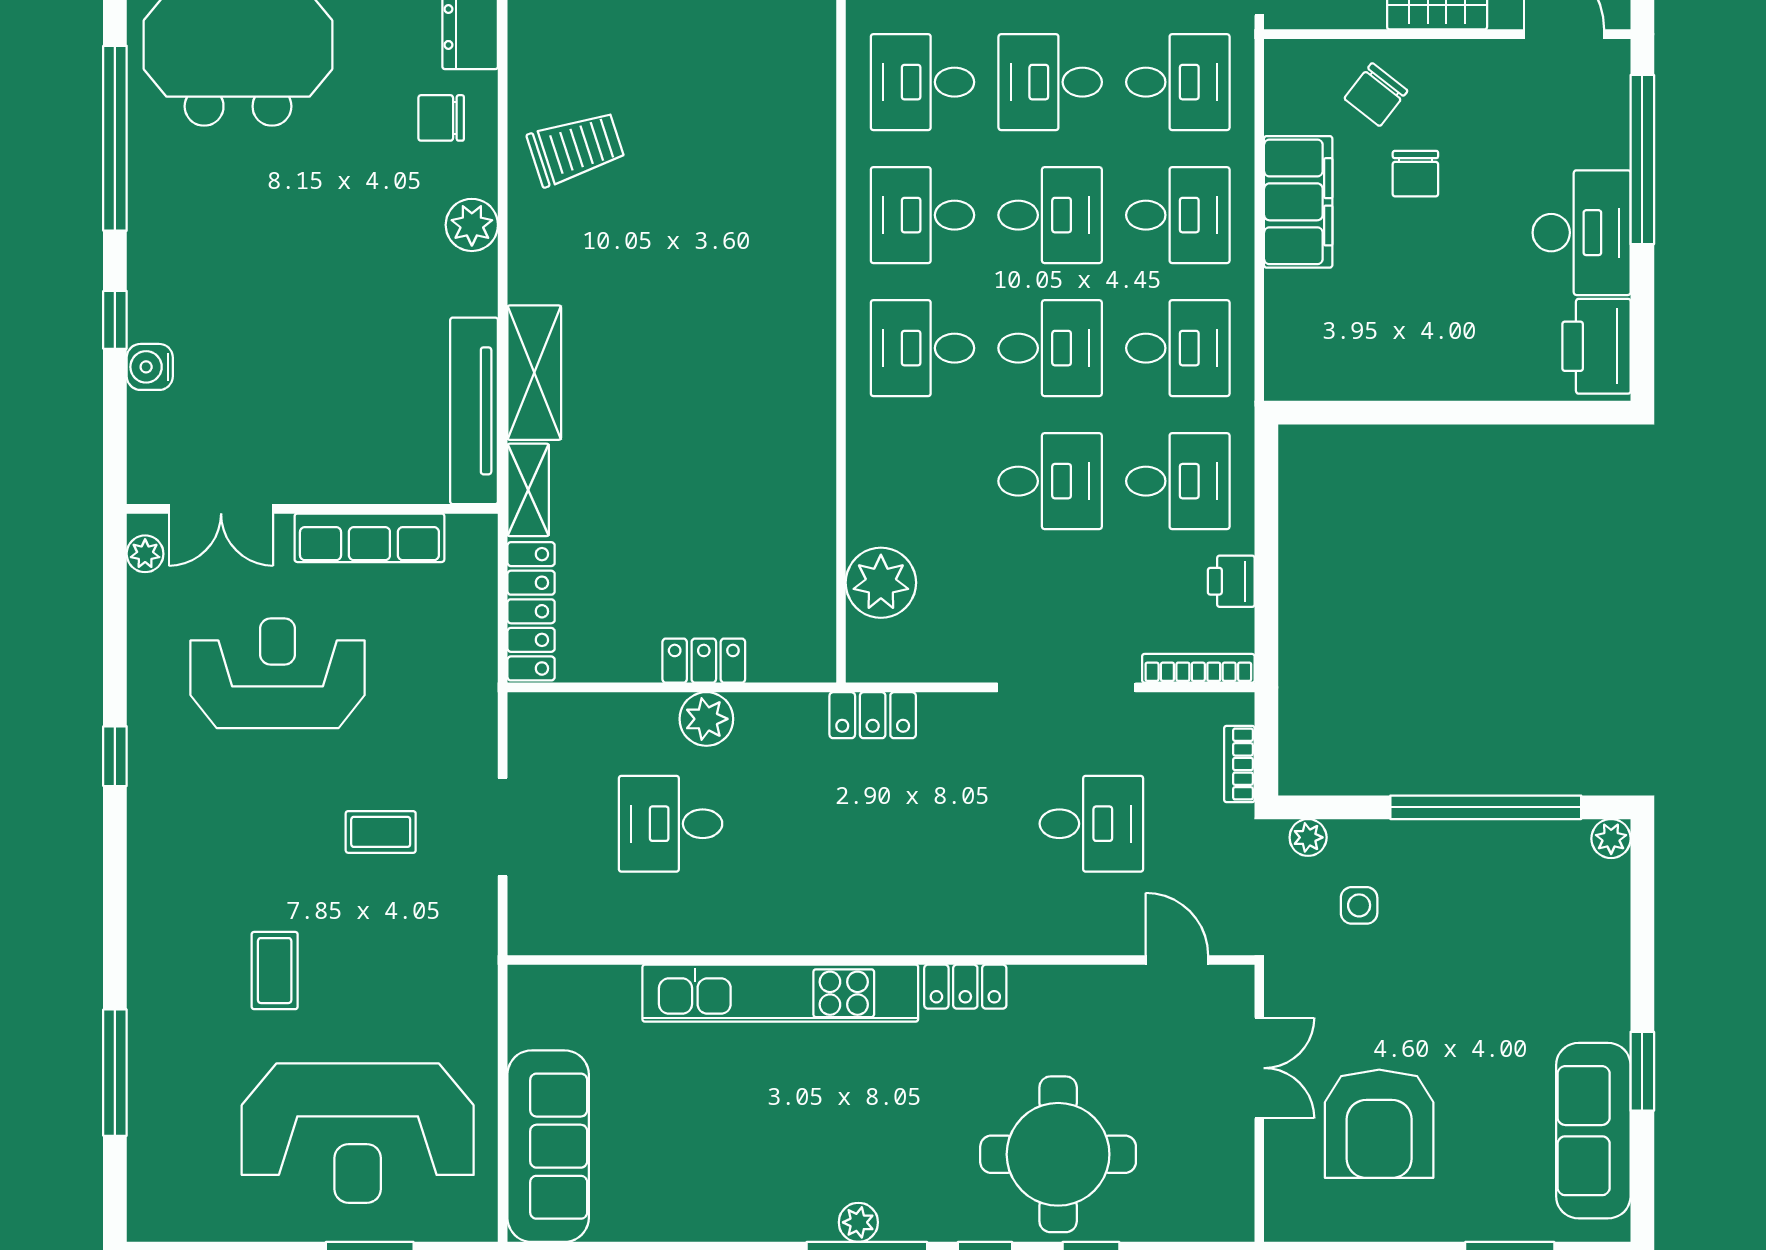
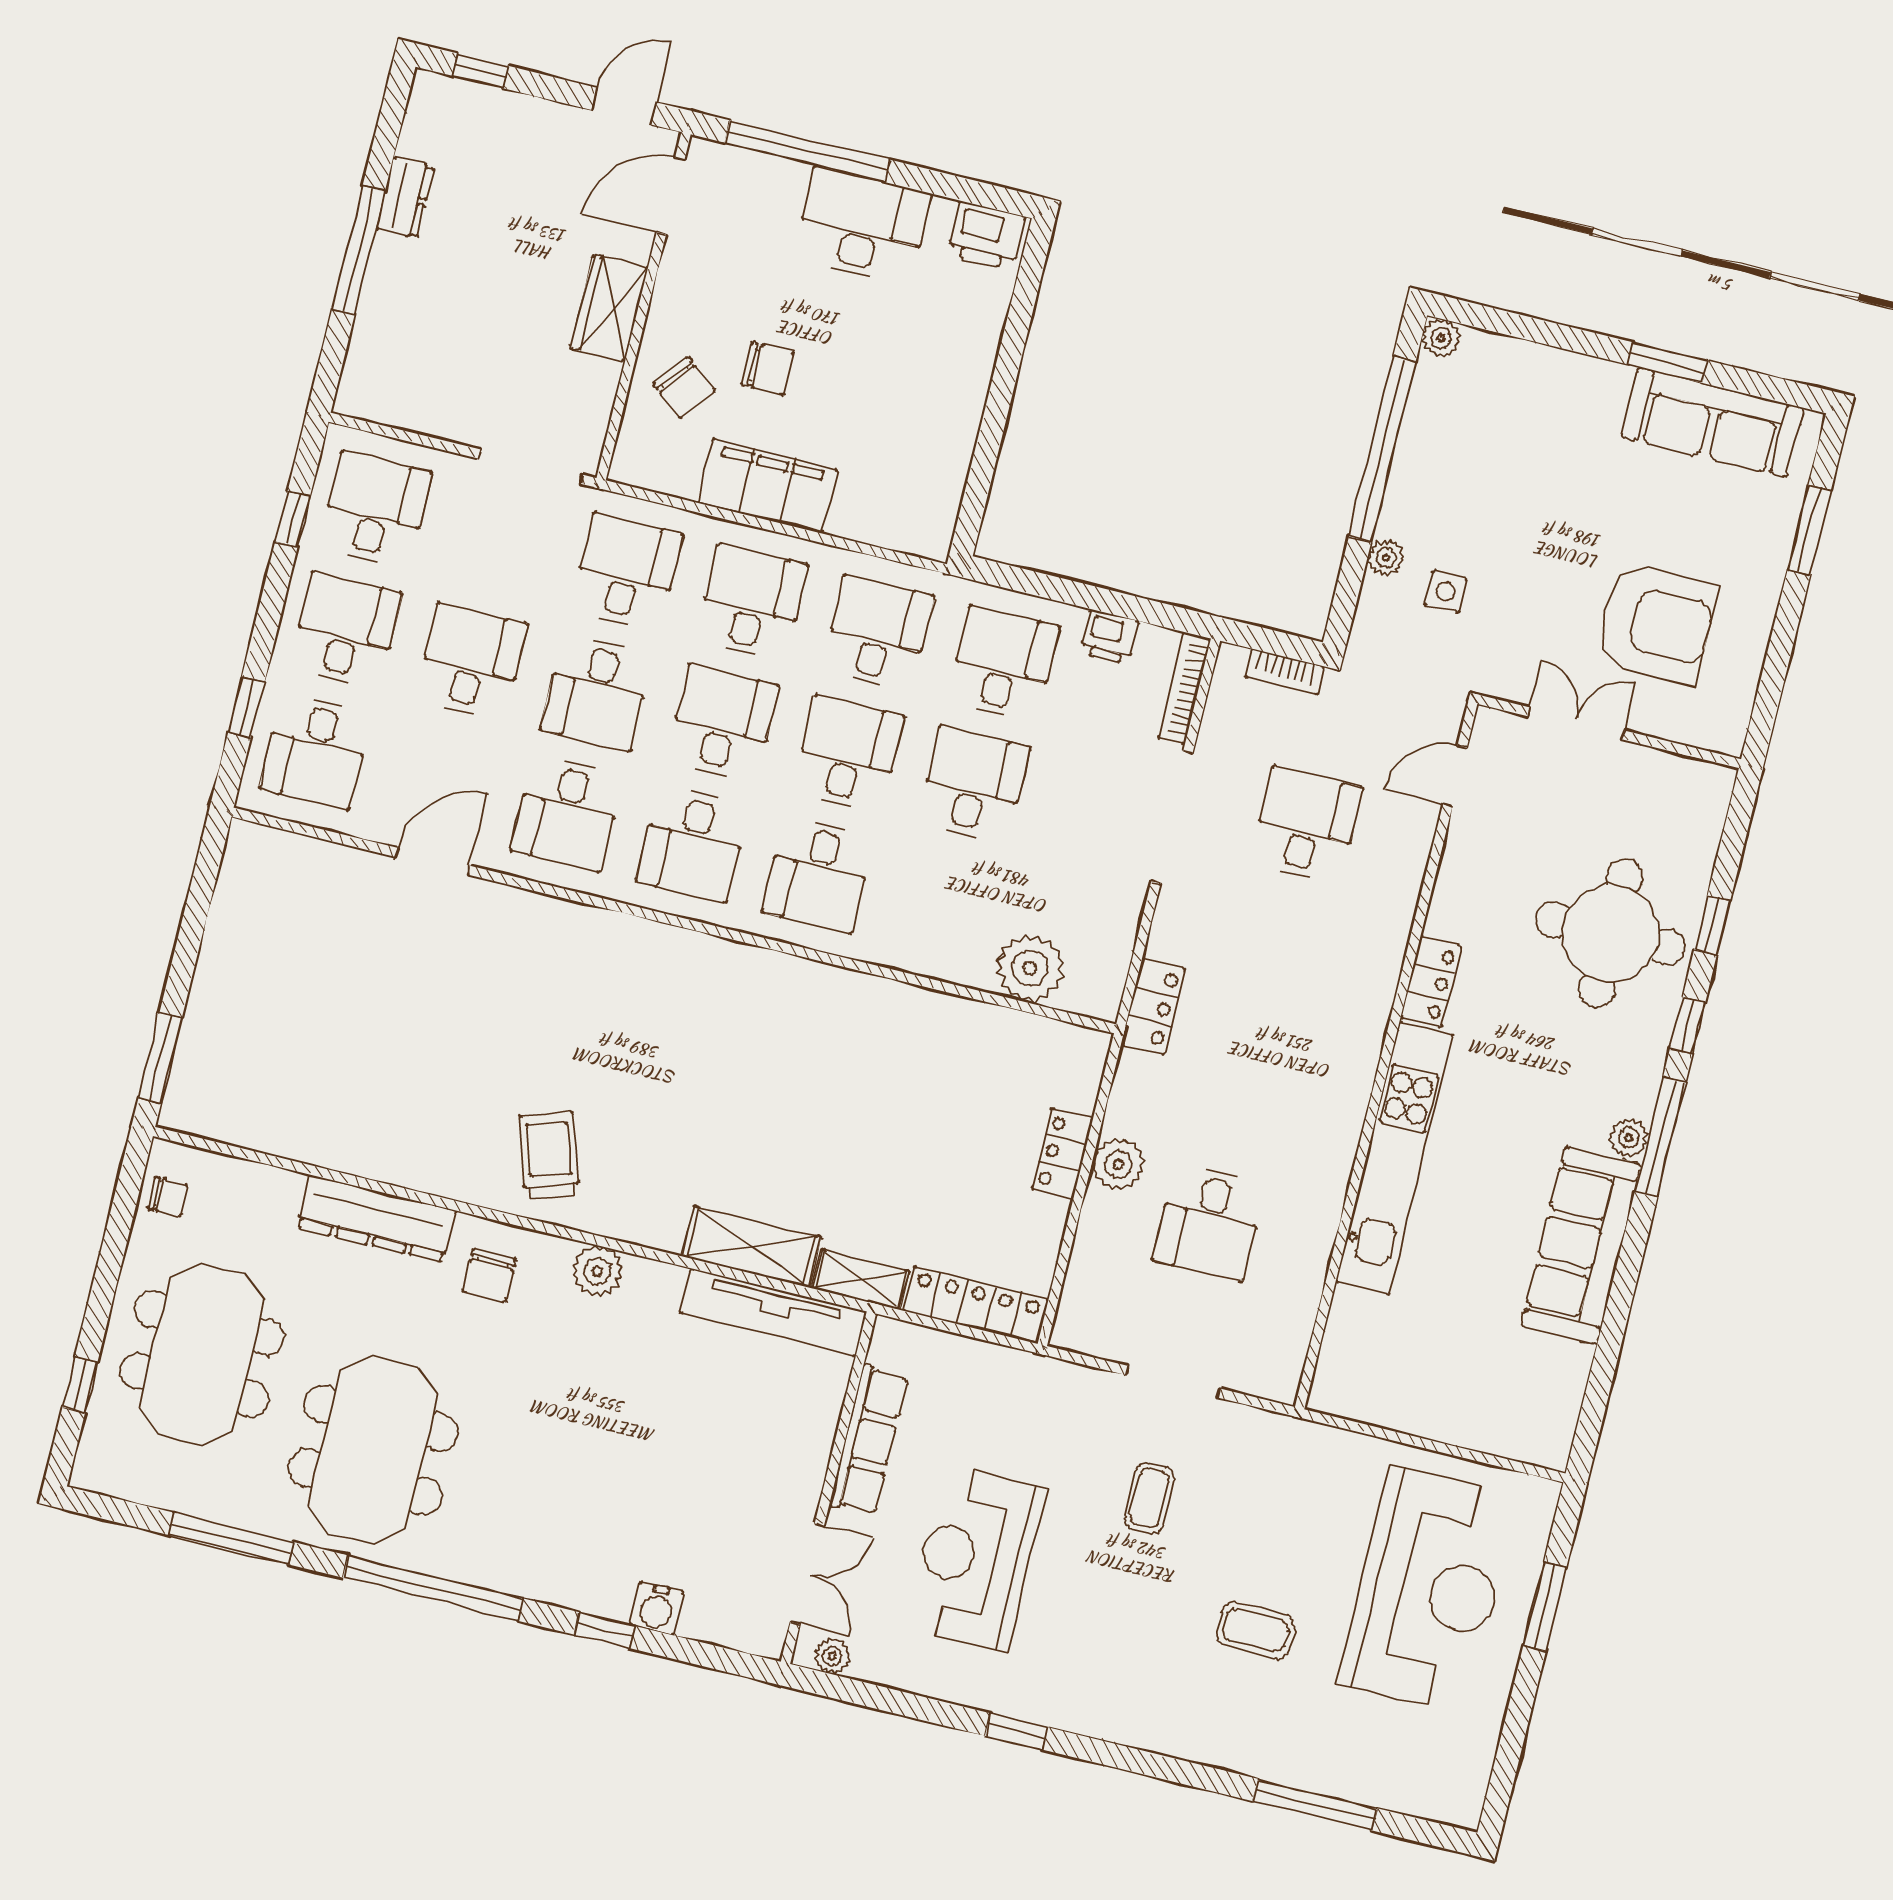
printer: (1596, 346) -> (986, 236), width x0.73, depth x0.84
plant: (1308, 837) -> (1386, 558), moved
sofa: (548, 1146) -> (1581, 1245), moved, turned -90

